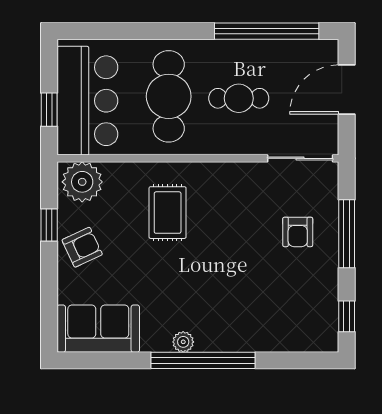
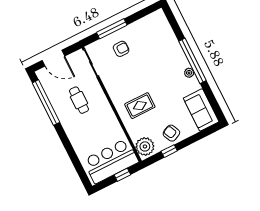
cafe table: (169, 96) -> (93, 129), removed
window: (347, 316) -> (145, 12), removed

